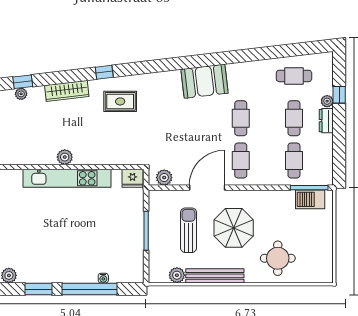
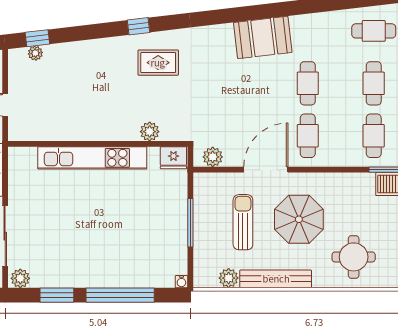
wardrobe: (67, 91) -> (92, 49), removed
plant: (65, 157) -> (150, 132), moved
water cooler: (103, 278) -> (181, 282), moved

